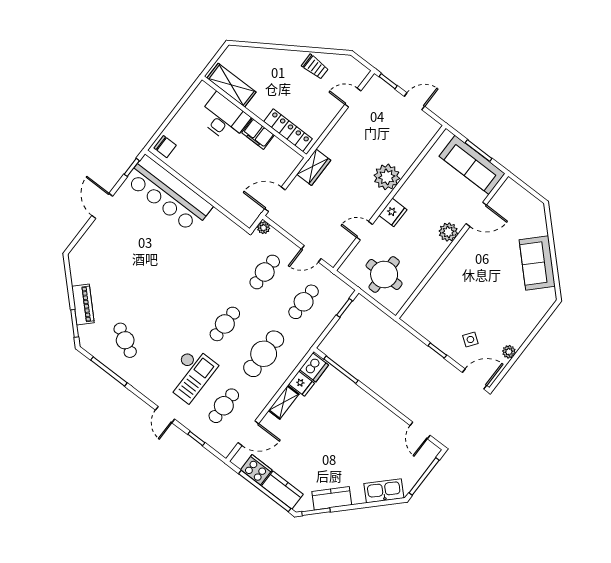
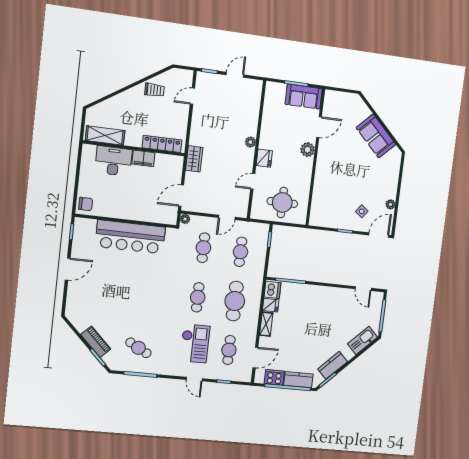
sofa: (472, 165) -> (304, 97), width x0.73
plant: (387, 177) -> (250, 142), width x0.53, depth x0.53
bar counter: (169, 194) -> (130, 237), moved
door: (102, 206) -> (68, 269), swing flipped

